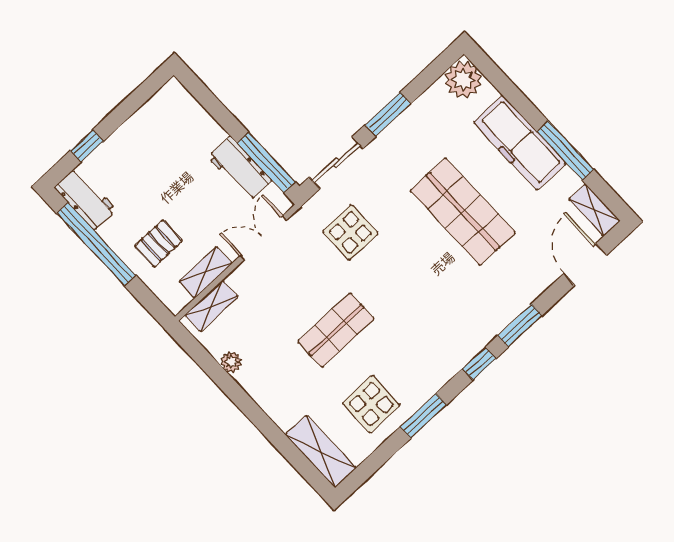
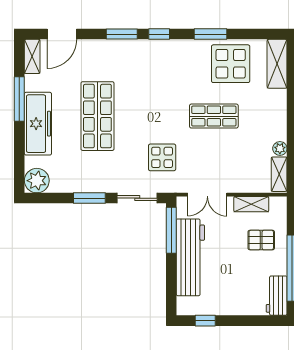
window: (87, 146) -> (205, 321), moved
workbench: (240, 169) -> (190, 257), width x1.88, depth x1.32
shelving: (211, 306) -> (279, 174), moved, turned 90
display table: (371, 404) -> (231, 64), width x1.36, depth x1.36

